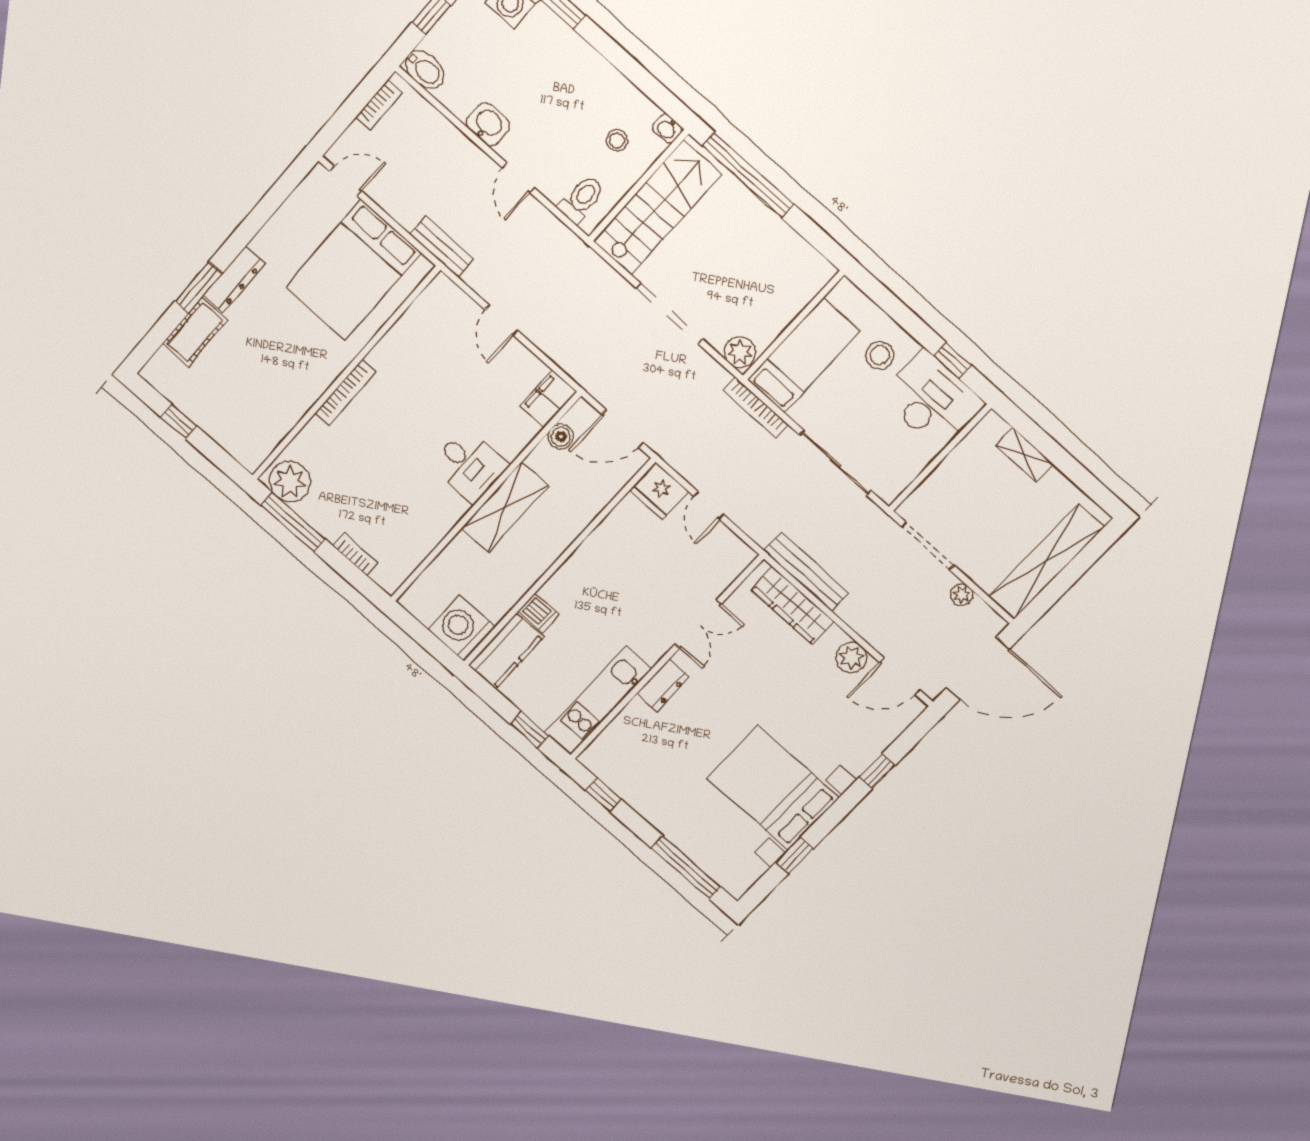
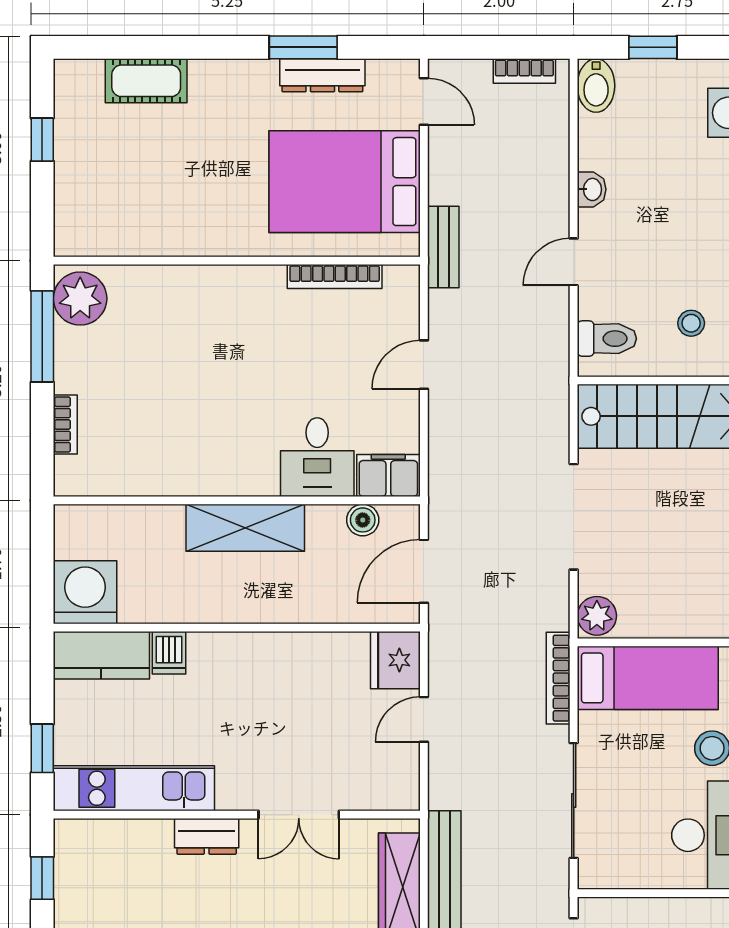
washbasin: (488, 124) -> (592, 189), width x0.72, depth x0.69
dresser: (234, 280) -> (322, 75), moved
window: (199, 287) -> (303, 47), moved
bookcase: (345, 393) -> (335, 277), moved
door: (622, 428) -> (424, 571), hinge flipped
desk: (469, 465) -> (317, 457), moved

